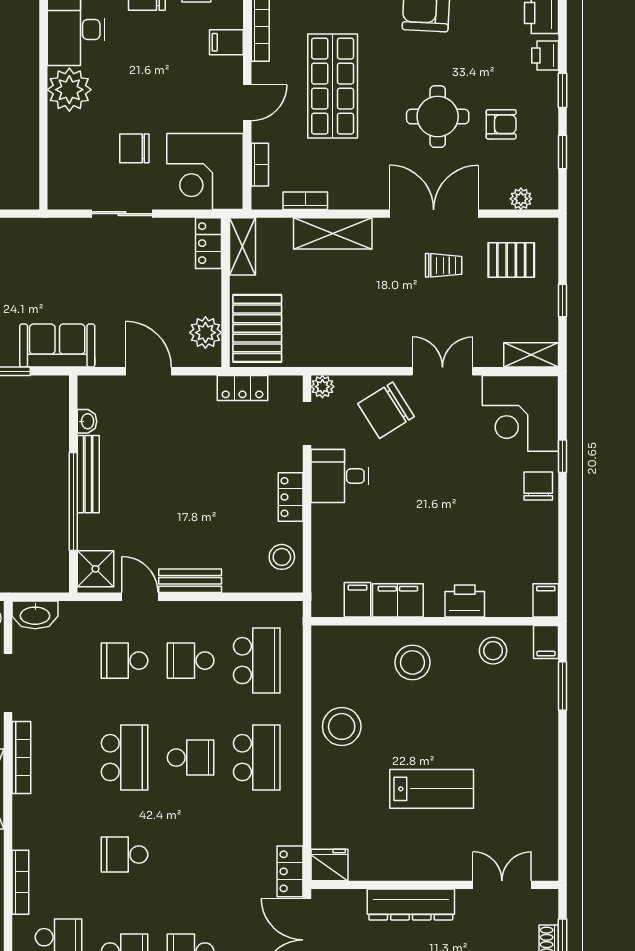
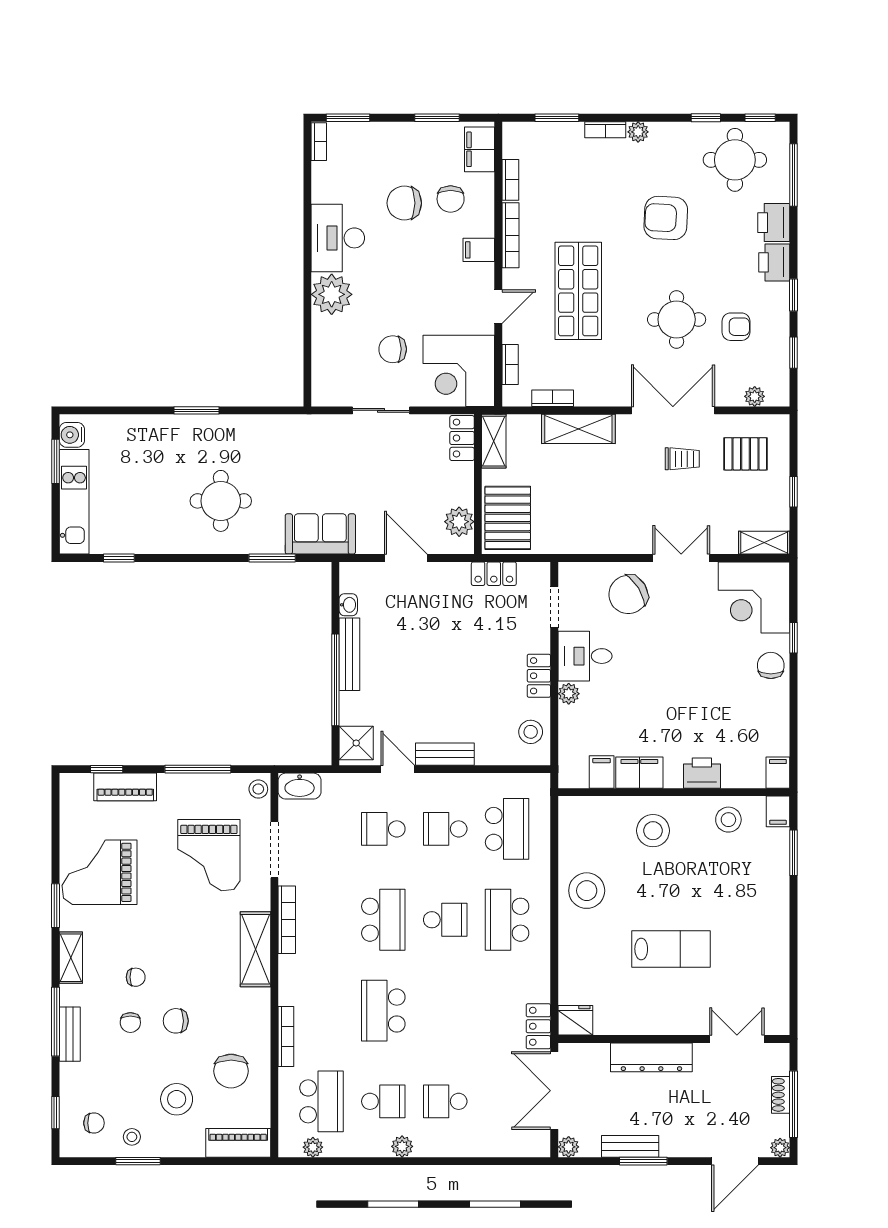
printer: (545, 56) -> (774, 262), width x1.36, depth x1.24
plant: (322, 387) -> (569, 694), moved
school desk: (257, 758) -> (507, 920), turned 180
school desk: (125, 855) -> (383, 1011), width x1.85

